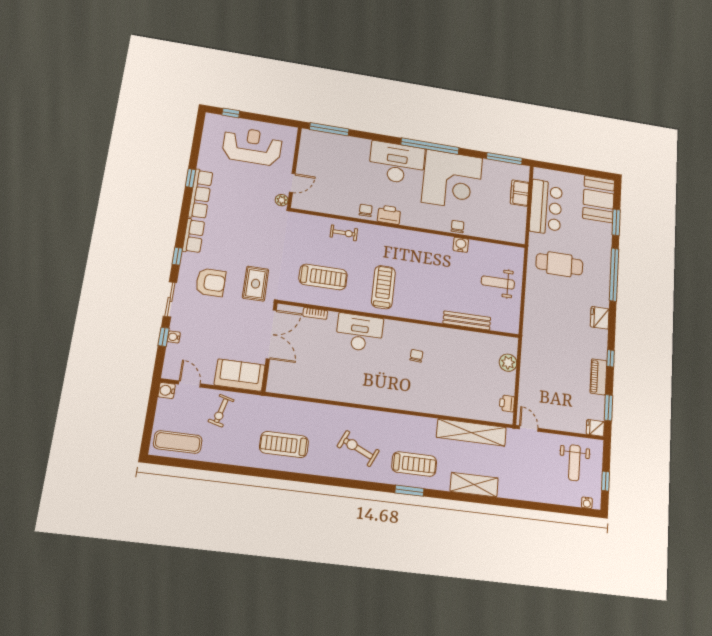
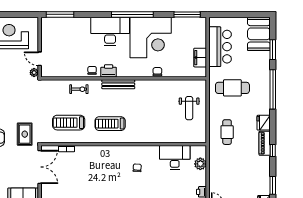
door: (292, 183) -> (40, 59), swing flipped
filing cabinet: (520, 193) -> (200, 58), moved
water cooler: (461, 245) -> (161, 85), removed
treadmill: (323, 277) -> (69, 123), turned 180
weight bench: (498, 283) -> (189, 108), turned -90
treadmill: (383, 287) -> (110, 124), turned -90
bench: (467, 320) -> (118, 84), moved
cafe table: (548, 323) -> (227, 132), added
desk: (359, 333) -> (175, 157), moved
piano: (598, 377) -> (265, 143), moved

